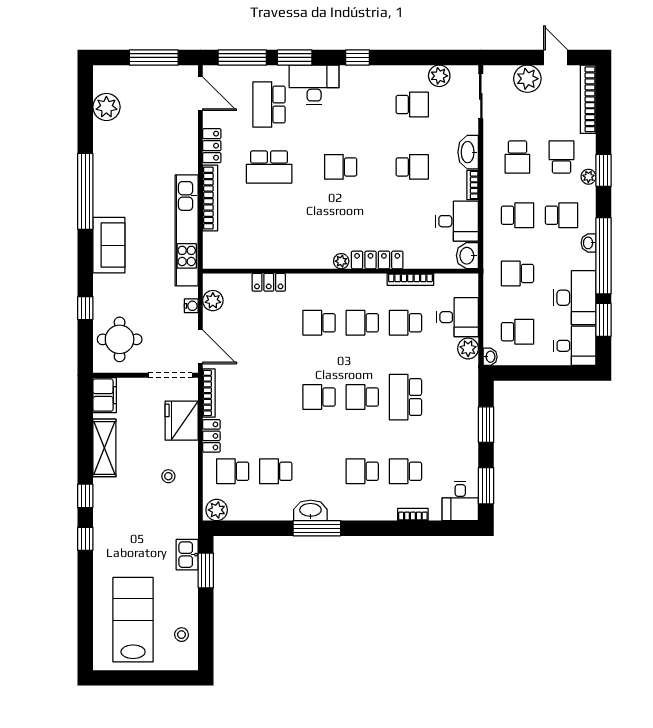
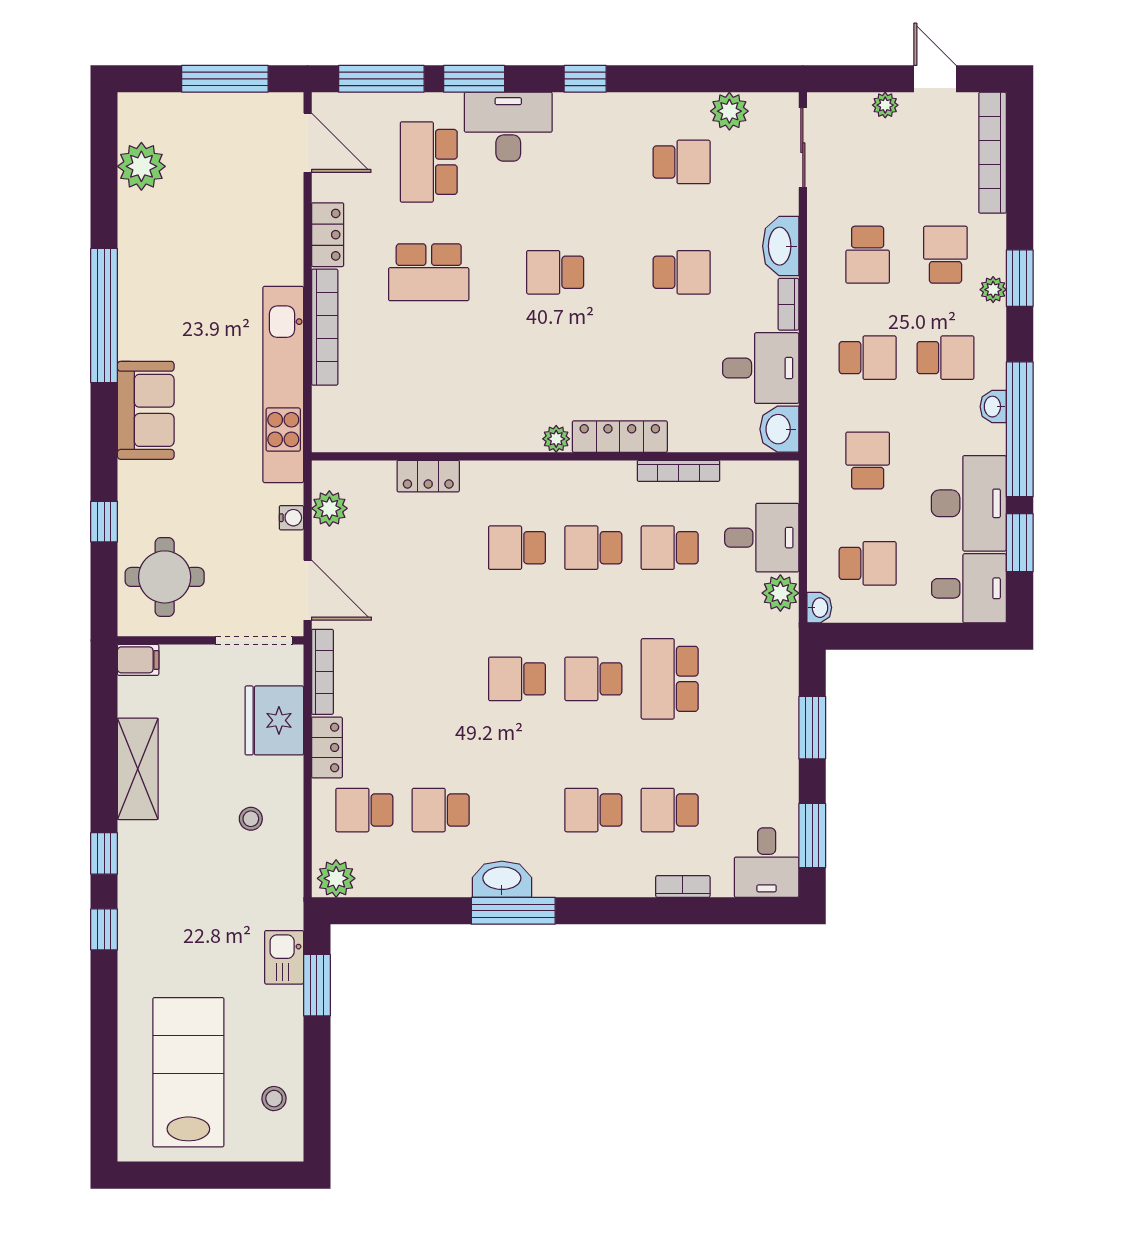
plant: (527, 79) -> (885, 105), width x0.53, depth x0.53
school desk: (517, 273) -> (868, 460), turned 90
filing cabinet: (105, 395) -> (138, 660), width x0.50

